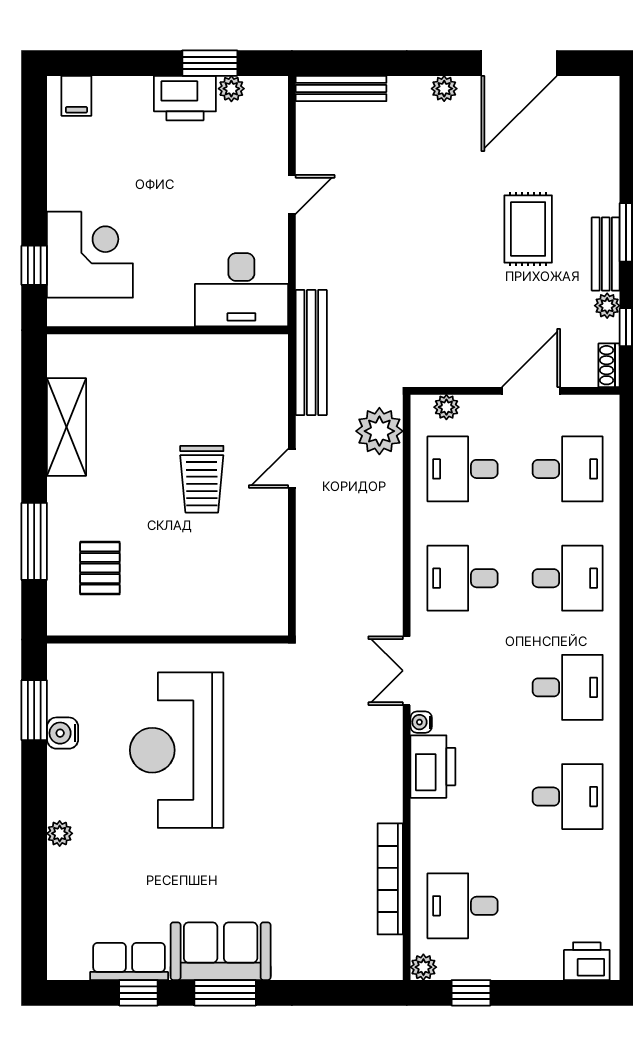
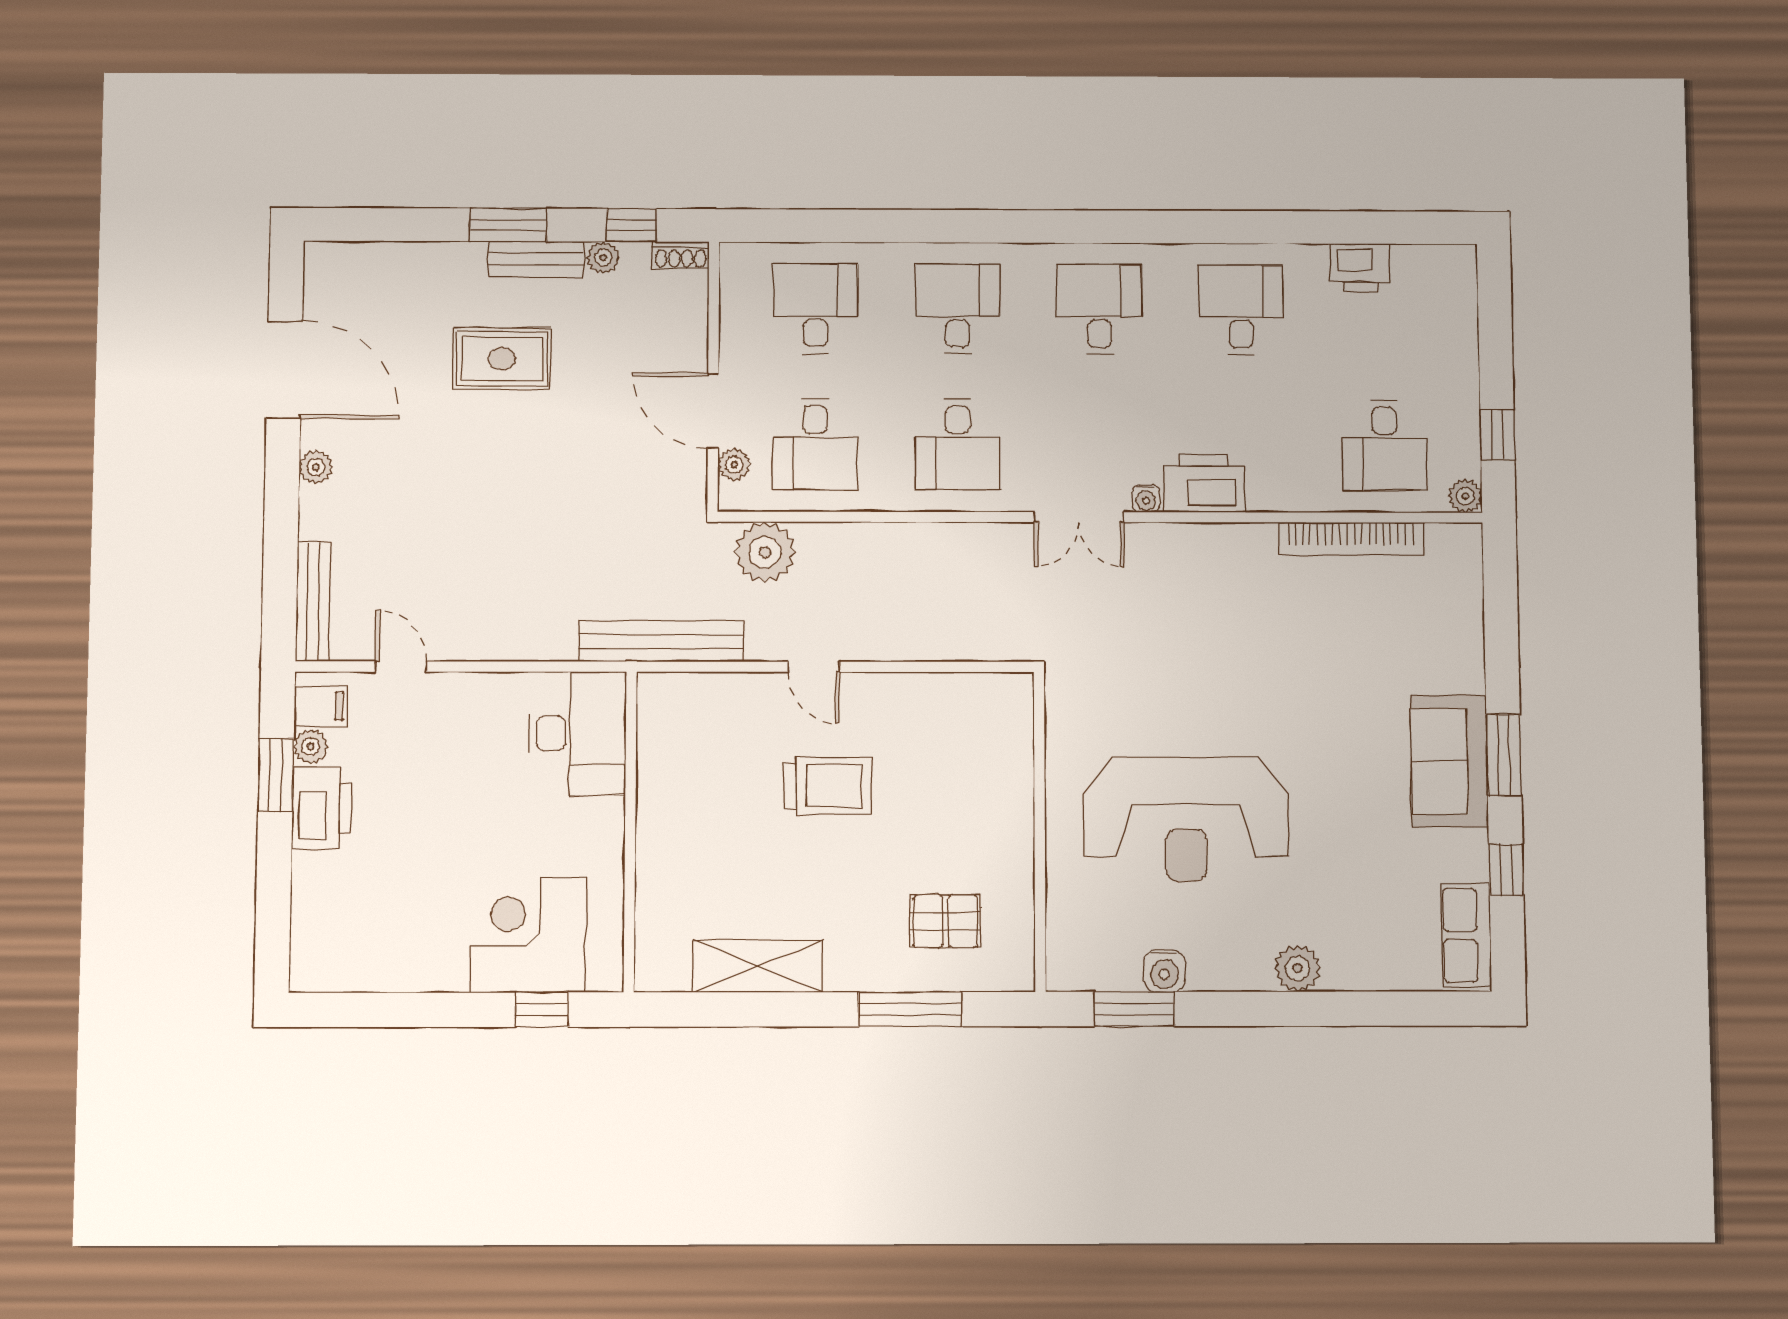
filing cabinet: (76, 96) -> (321, 706), moved
door: (292, 194) -> (401, 667), moved
door: (531, 391) -> (713, 411), moved
plant: (60, 833) -> (1297, 968), width x1.38, depth x1.38
row of seats: (129, 961) -> (1466, 935), moved
printer: (587, 961) -> (1360, 268), moved, turned -90

